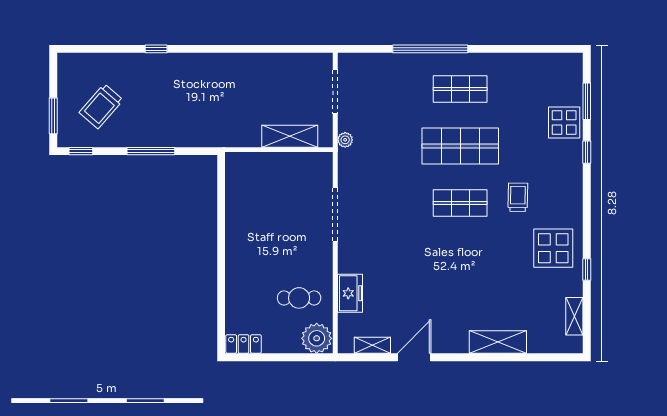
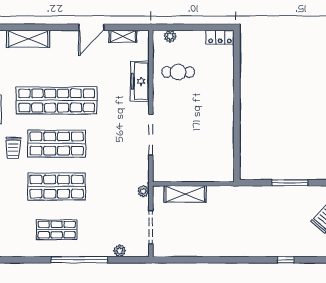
plant: (377, 61) -> (120, 251), added
shop shelf: (460, 203) -> (57, 144), width x1.43, depth x1.36
shop shelf: (460, 260) -> (57, 101), added
freezer: (350, 293) -> (140, 81), width x1.40
plant: (317, 338) -> (170, 36), width x0.53, depth x0.53

